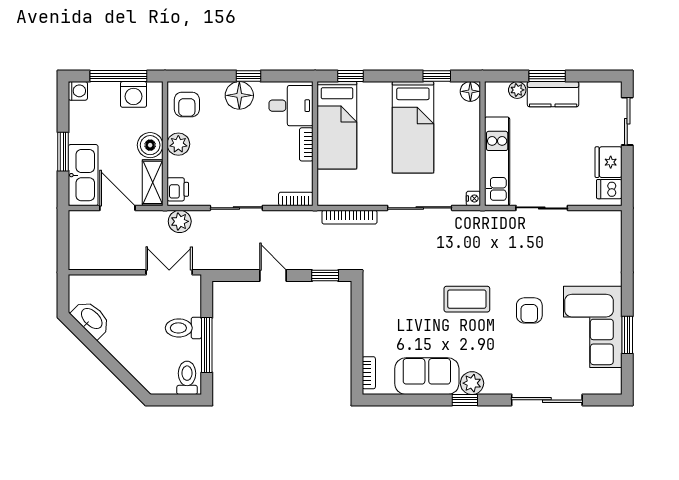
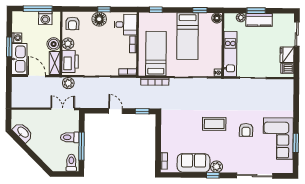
washing machine: (78, 91) -> (17, 38), moved
bed: (337, 125) -> (156, 54), moved, turned 180
printer: (178, 189) -> (70, 61), width x1.87, depth x1.48

